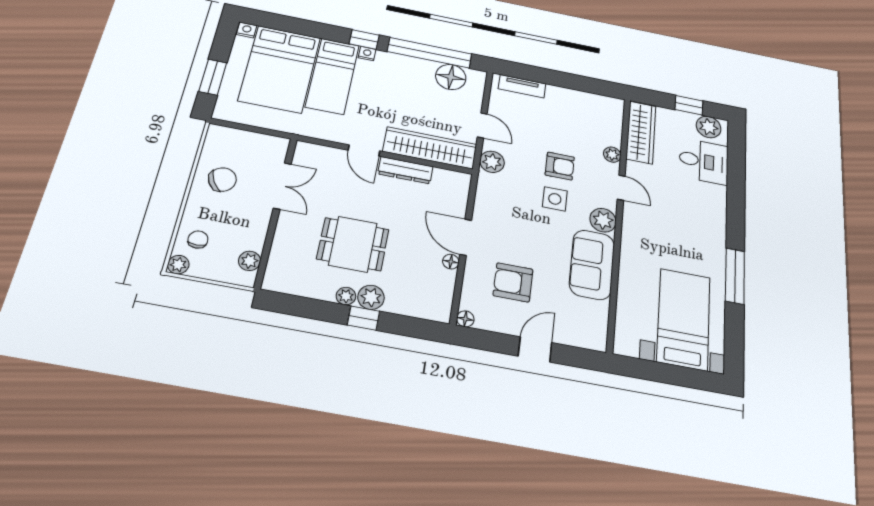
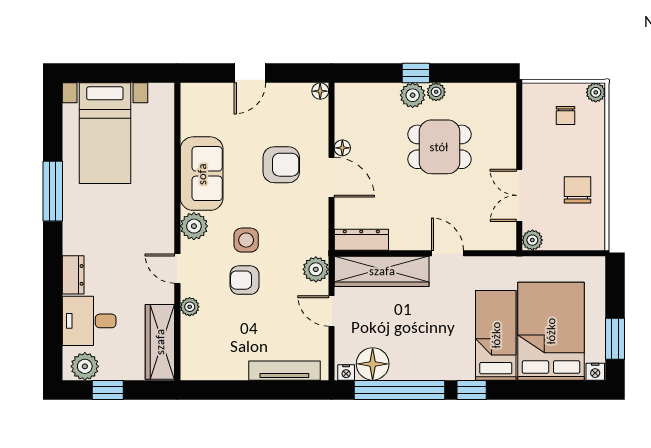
nightstand: (367, 54) -> (346, 372), moved
window: (213, 77) -> (615, 339), moved
tv unit: (522, 86) -> (284, 371), width x1.41
dresser: (405, 170) -> (361, 240), moved
chair: (222, 180) -> (578, 190), turned 119
dresser: (717, 201) -> (73, 275), added
chair: (198, 240) -> (566, 115), moved
plant: (250, 261) -> (532, 240), moved
armchair: (513, 282) -> (281, 165), moved

